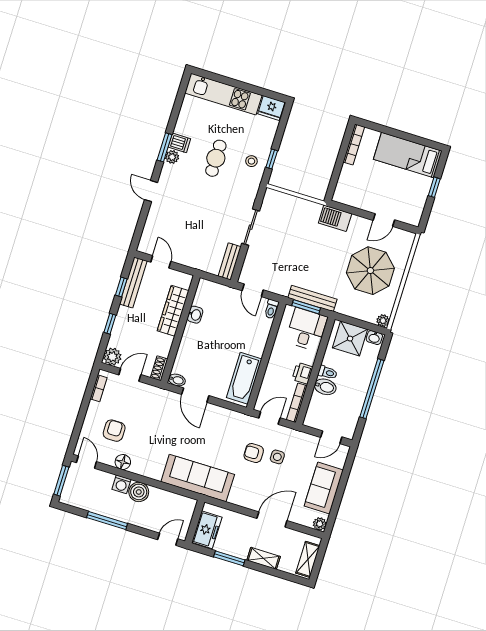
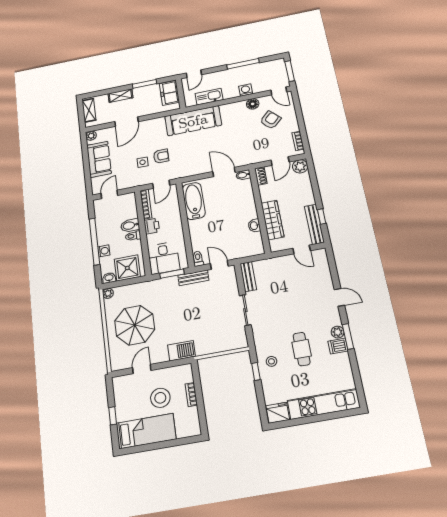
bookcase: (354, 144) -> (191, 394), moved, width x0.64
stool: (379, 181) -> (160, 398), added
bench: (312, 298) -> (193, 278), moved, width x0.73
window: (110, 324) -> (315, 187), removed
washing machine: (367, 372) -> (104, 251), added
armchair: (114, 431) -> (270, 120), turned -134
boiler: (139, 492) -> (231, 92), removed
kitchen sink: (166, 499) -> (209, 97), added

